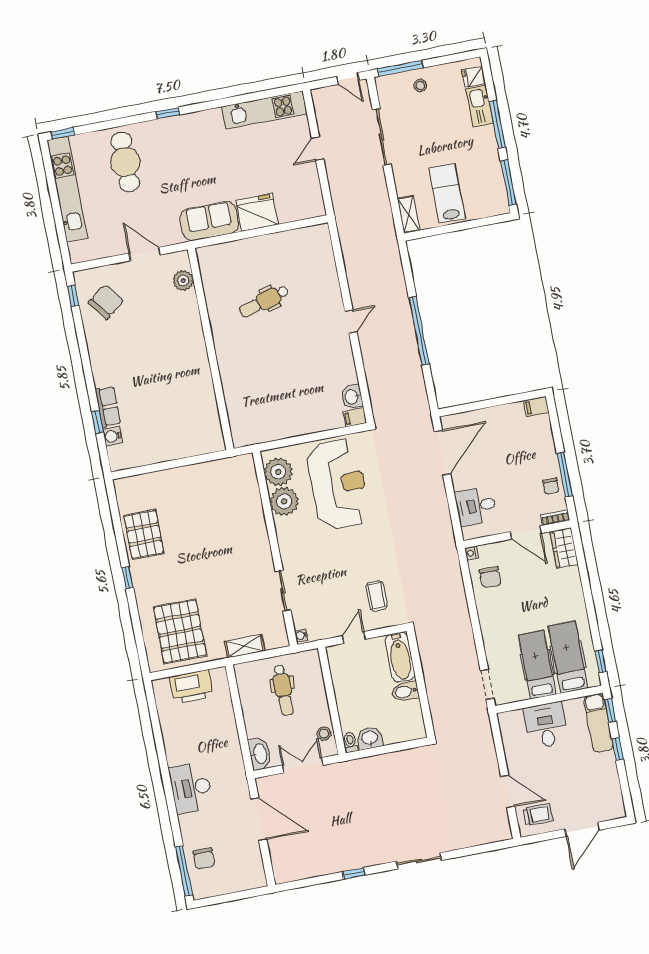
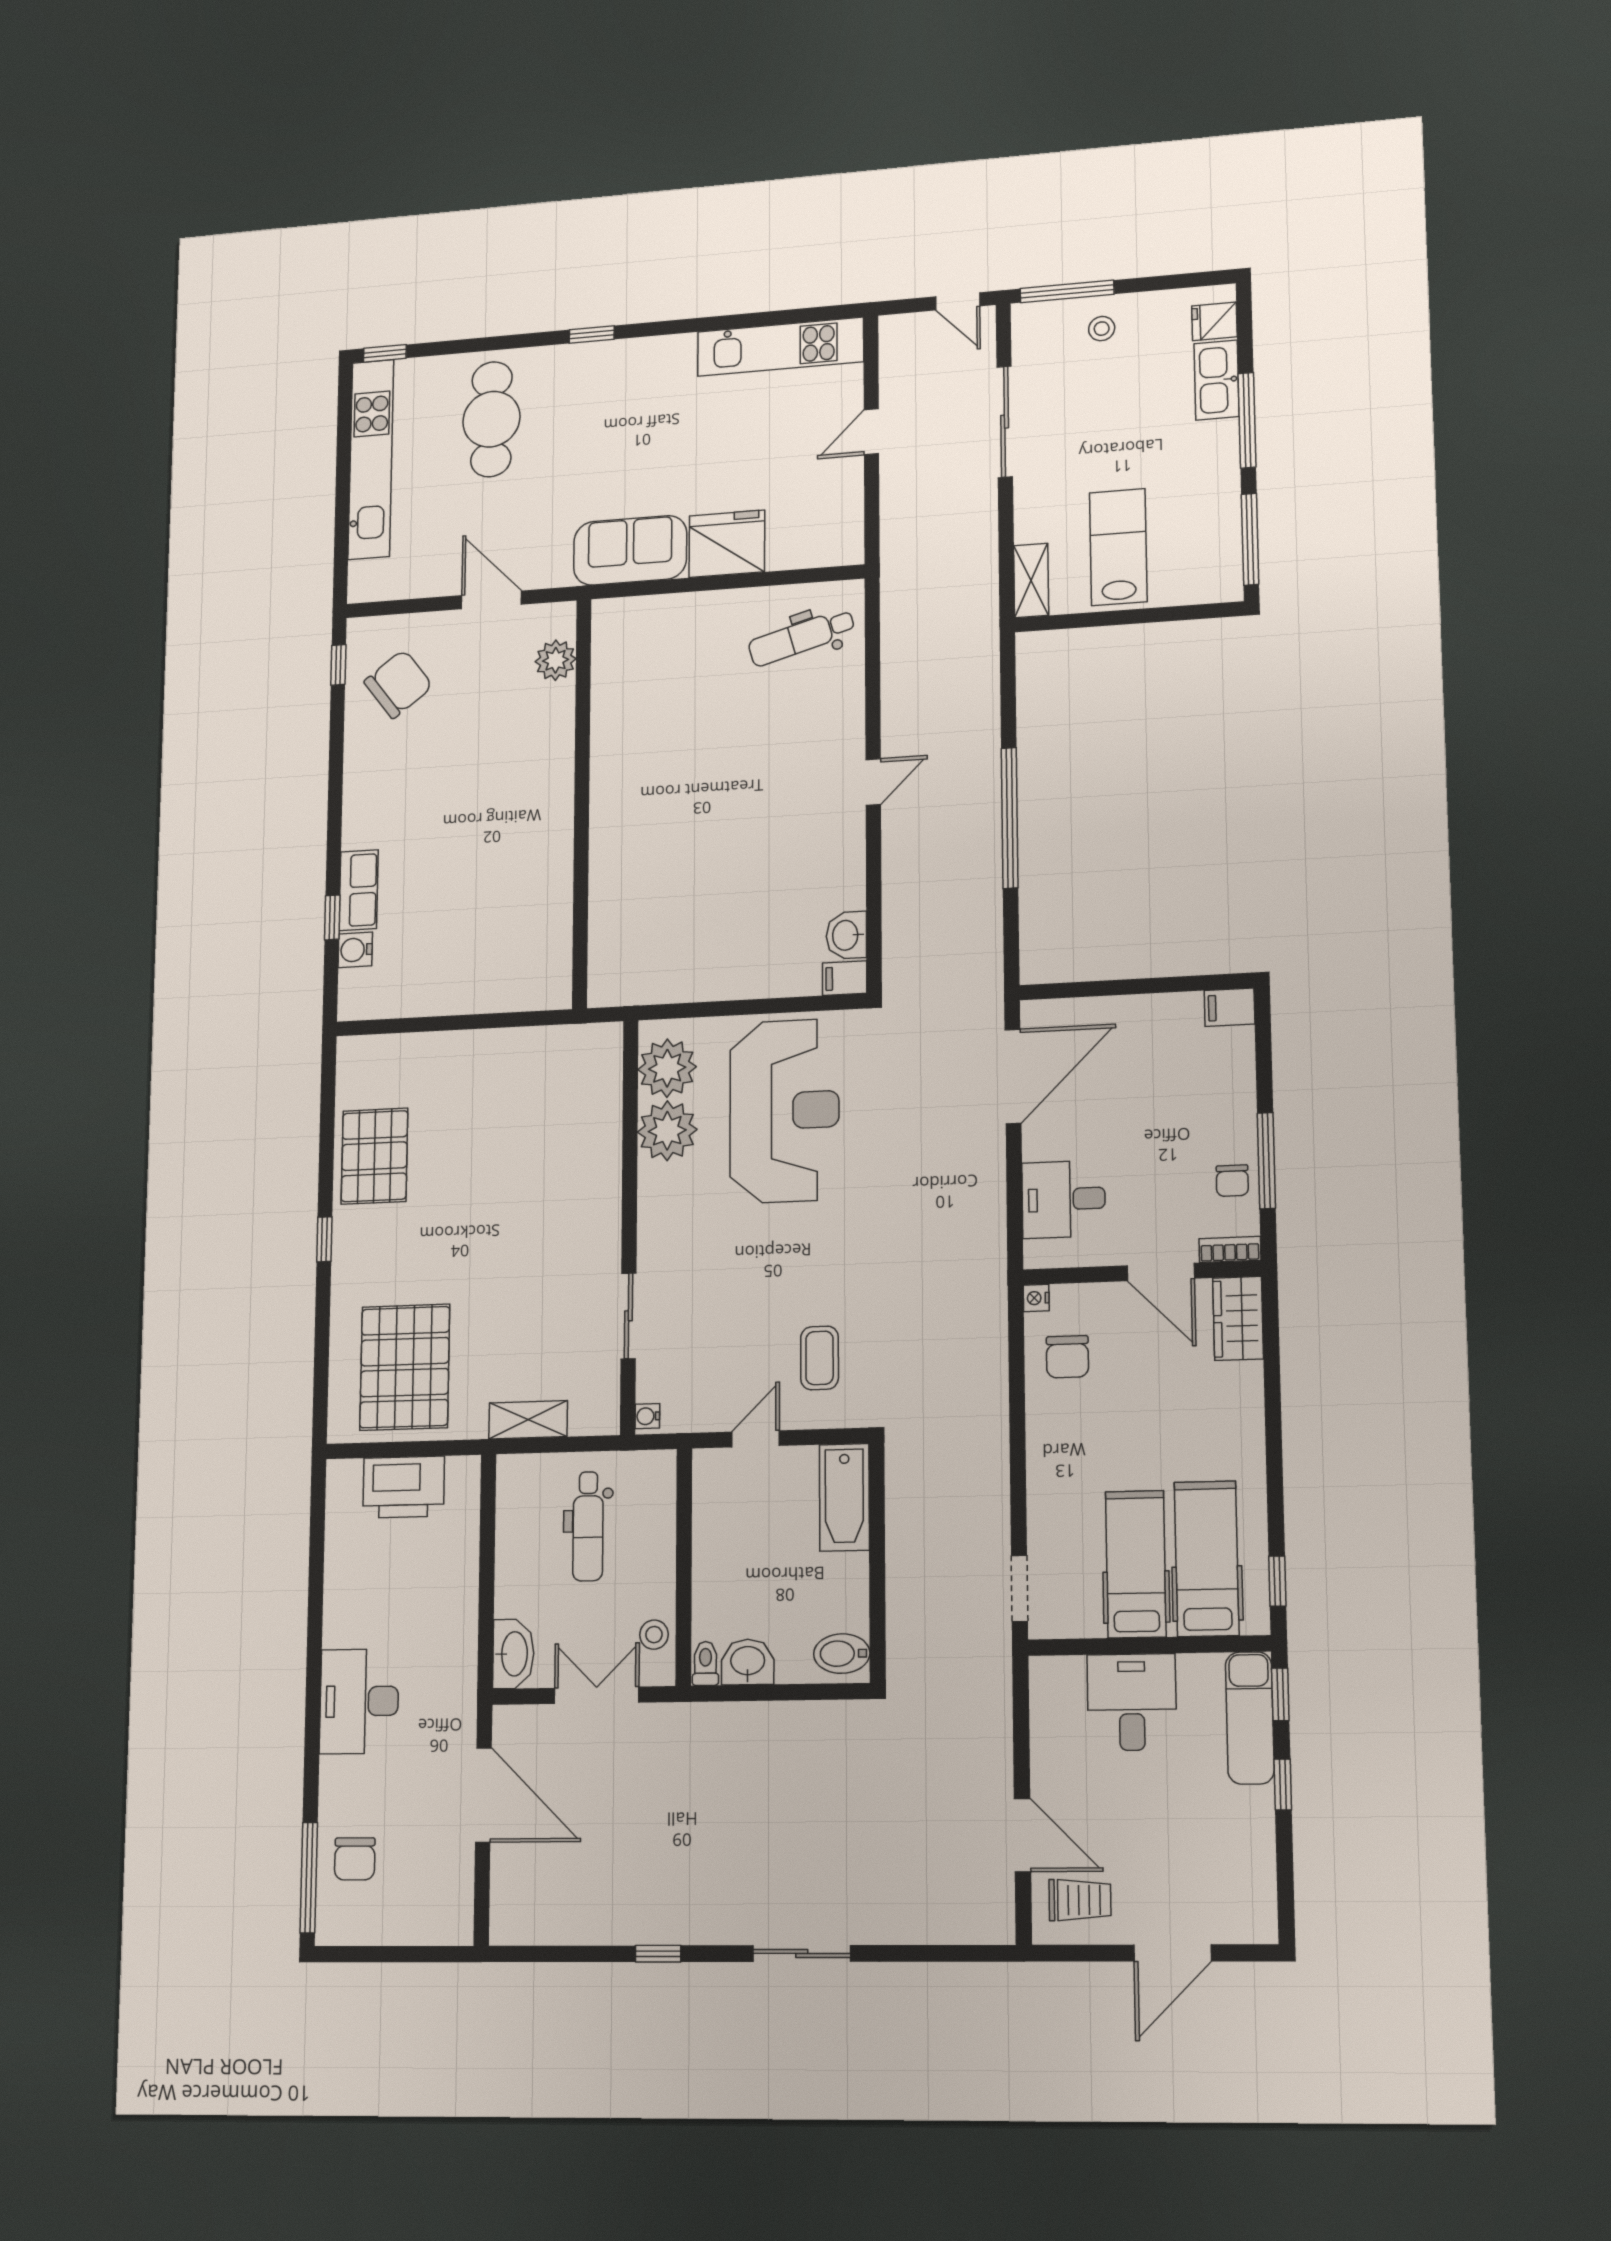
dental chair: (264, 301) -> (802, 637), moved
bidet: (405, 692) -> (842, 1654), moved

